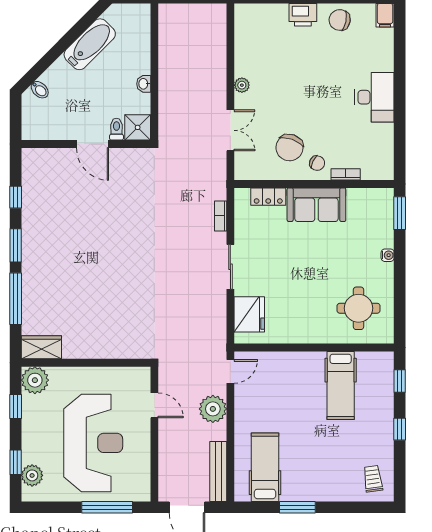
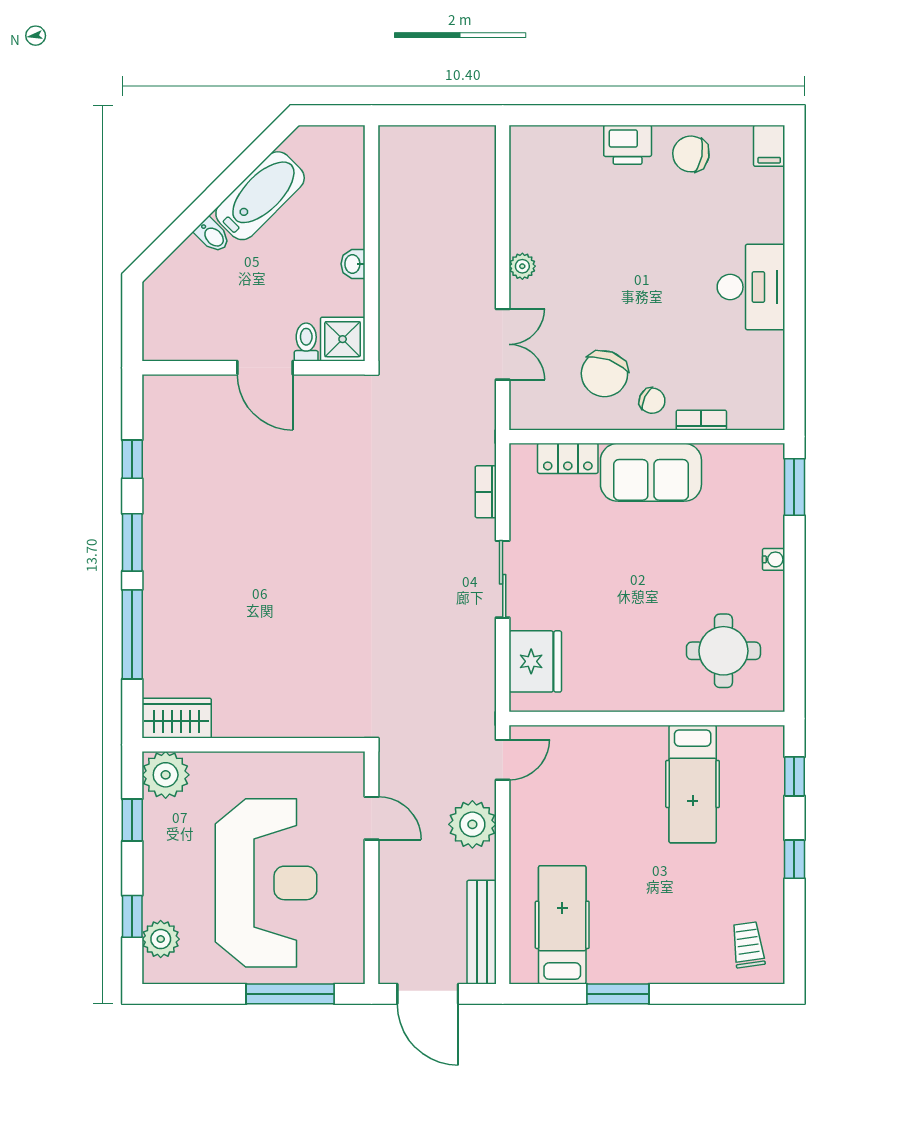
bidet: (40, 90) -> (212, 235), moved

